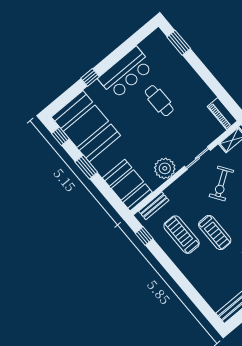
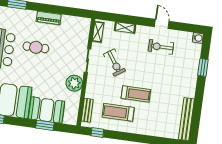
piano: (222, 114) -> (49, 18), moved
window: (86, 167) -> (45, 125), moved
booth: (127, 185) -> (47, 110), moved

